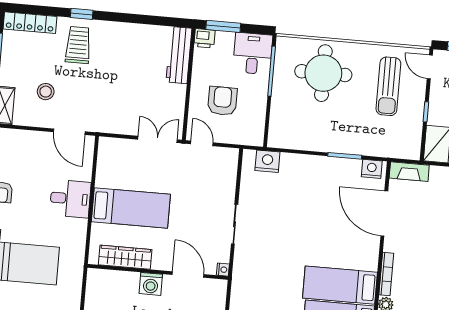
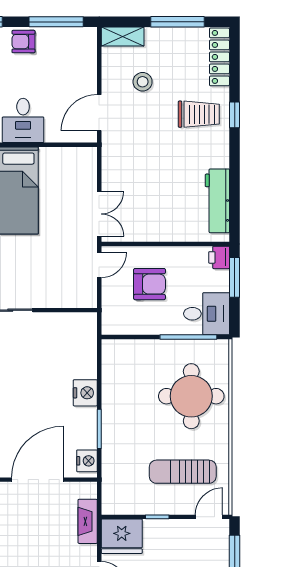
workbench: (179, 55) -> (217, 201), moved, turned -90
nightstand: (267, 161) -> (85, 393), moved
fireplace: (409, 172) -> (88, 521), moved

